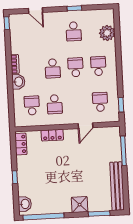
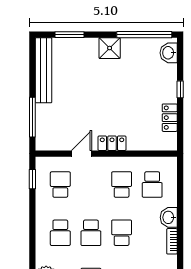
school desk: (100, 102) -> (60, 185), turned 180
locker: (52, 135) -> (112, 143), moved
locker: (21, 144) -> (170, 118), moved
shower: (80, 205) -> (110, 48), moved

